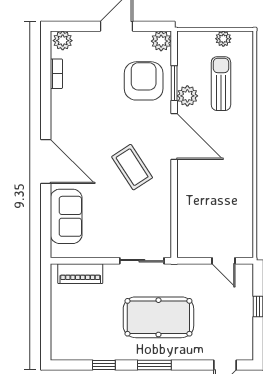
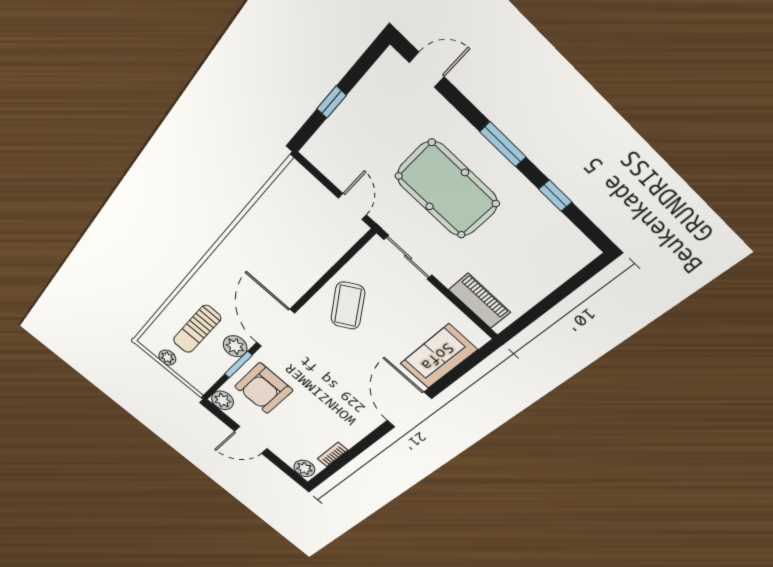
coffee table: (132, 167) -> (348, 306), moved
door: (224, 261) -> (352, 206), moved

